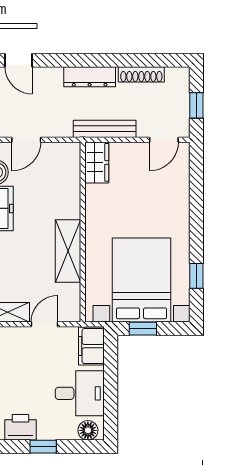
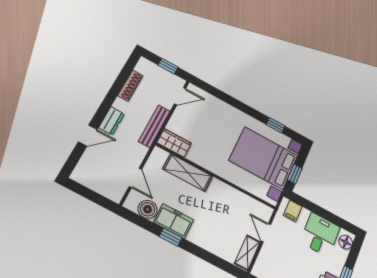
door: (19, 60) -> (88, 136), moved
dresser: (90, 77) -> (112, 121), width x0.70
door: (164, 140) -> (180, 96), hinge flipped
shelving: (68, 251) -> (188, 173), moved
filing cabinet: (91, 346) -> (293, 211), width x0.50

